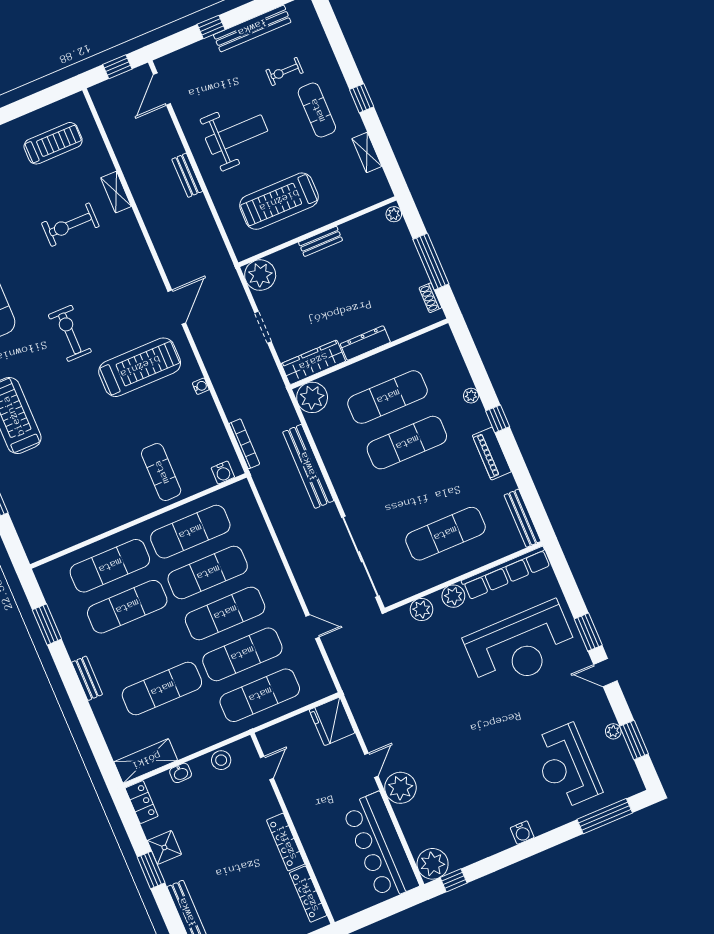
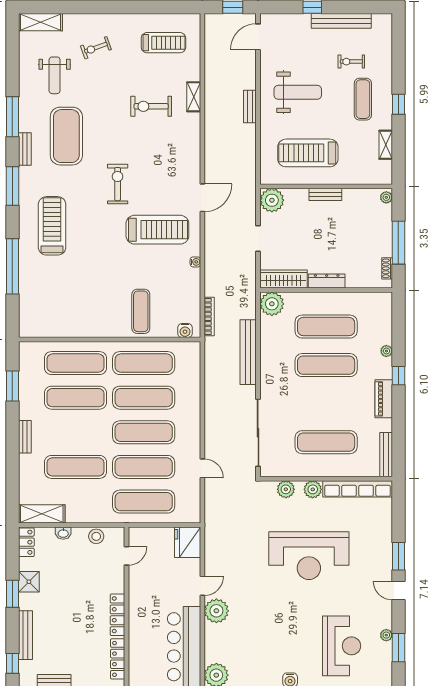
reception desk: (521, 646) -> (309, 556), moved
reception desk: (566, 766) -> (342, 646), turned 180

